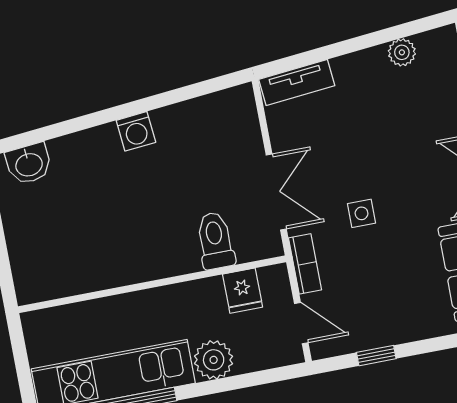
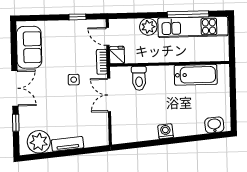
plant: (402, 52) -> (39, 142), width x1.87, depth x1.87
tv unit: (297, 83) -> (67, 144), moved
bathtub: (89, 270) -> (196, 75), added
fridge: (243, 291) -> (117, 55), moved

